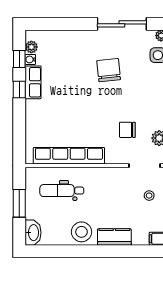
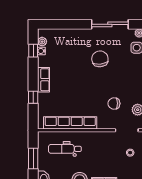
row of seats: (33, 82) -> (43, 80), moved
window: (19, 89) -> (33, 97), moved

